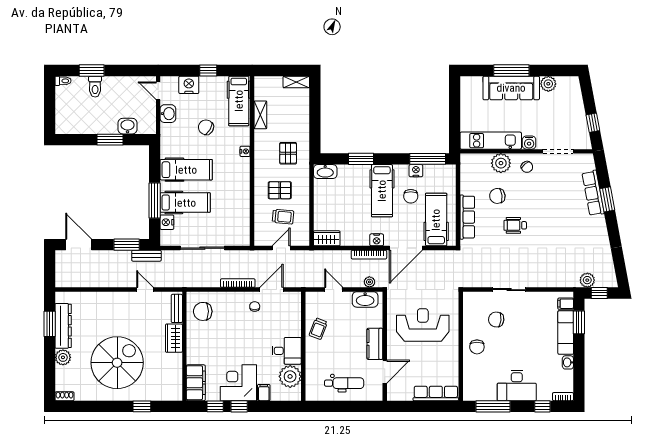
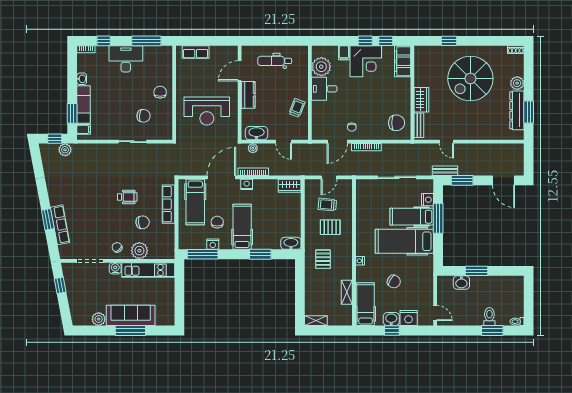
washbasin: (168, 114) -> (391, 319), moved, turned 90
hospital bed: (186, 170) -> (404, 241), width x1.37, depth x1.29
row of seats: (436, 393) -> (196, 52), width x0.68

